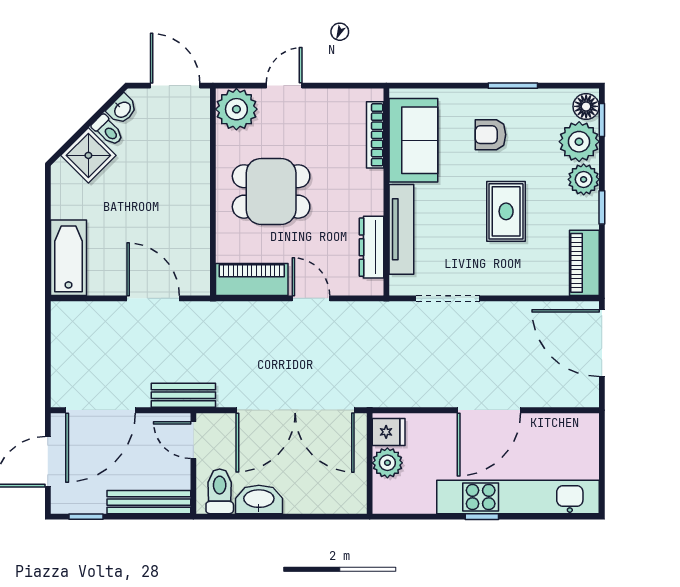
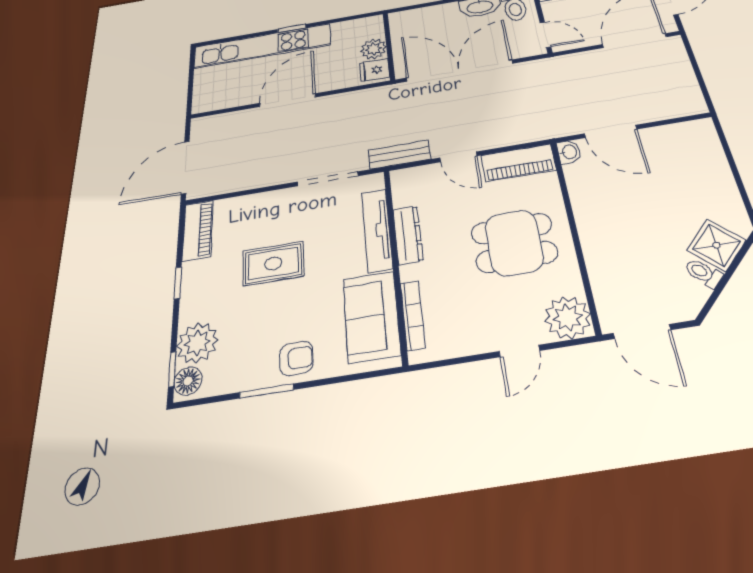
washbasin: (122, 109) -> (569, 152), moved, turned 135
armchair: (490, 135) -> (296, 358), moved
plant: (584, 179) -> (195, 306), removed
rug: (506, 211) -> (273, 263), turned 90
dresser: (371, 247) -> (408, 235), moved
bathtub: (68, 258) -> (705, 150), removed
door: (602, 343) -> (185, 167), swing flipped
bench: (183, 395) -> (399, 155), moved

